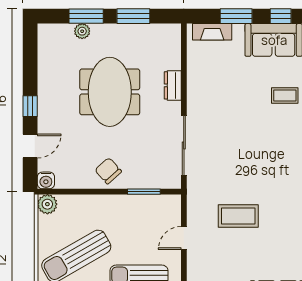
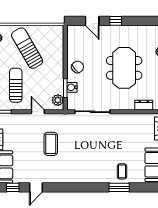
dresser: (173, 85) -> (144, 105), moved
meeting table: (110, 92) -> (124, 68), turned 90
water cooler: (46, 180) -> (72, 87), moved
plant: (47, 204) -> (58, 100), moved

